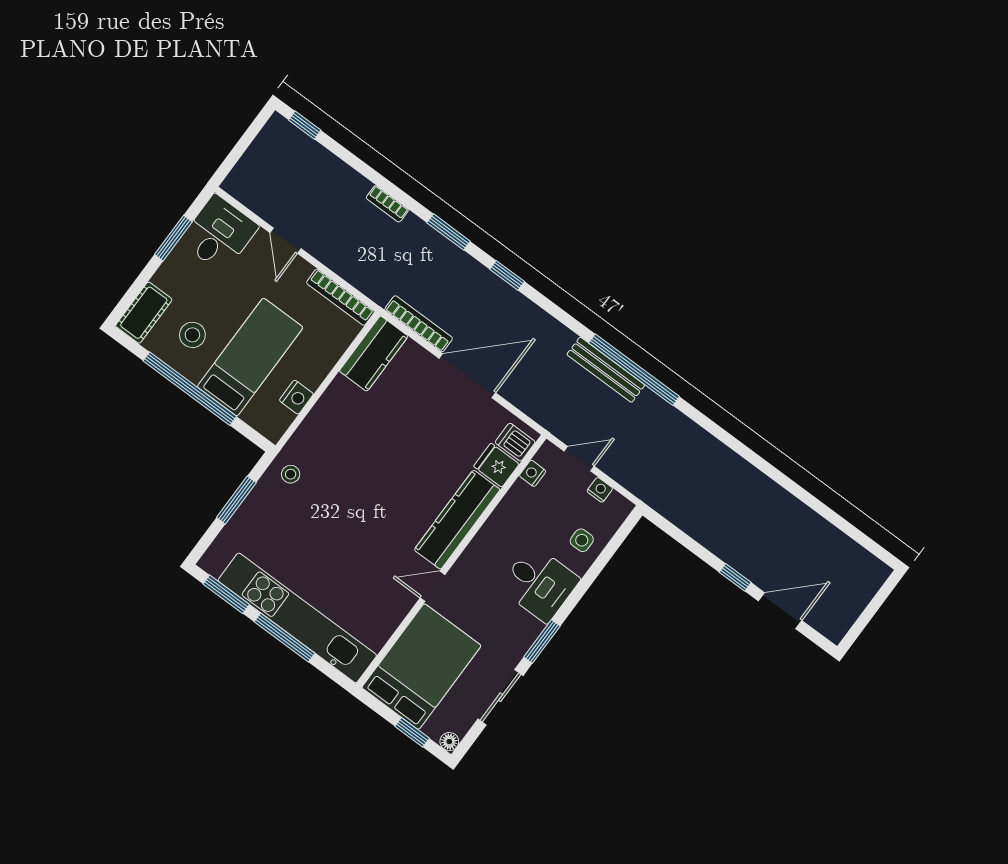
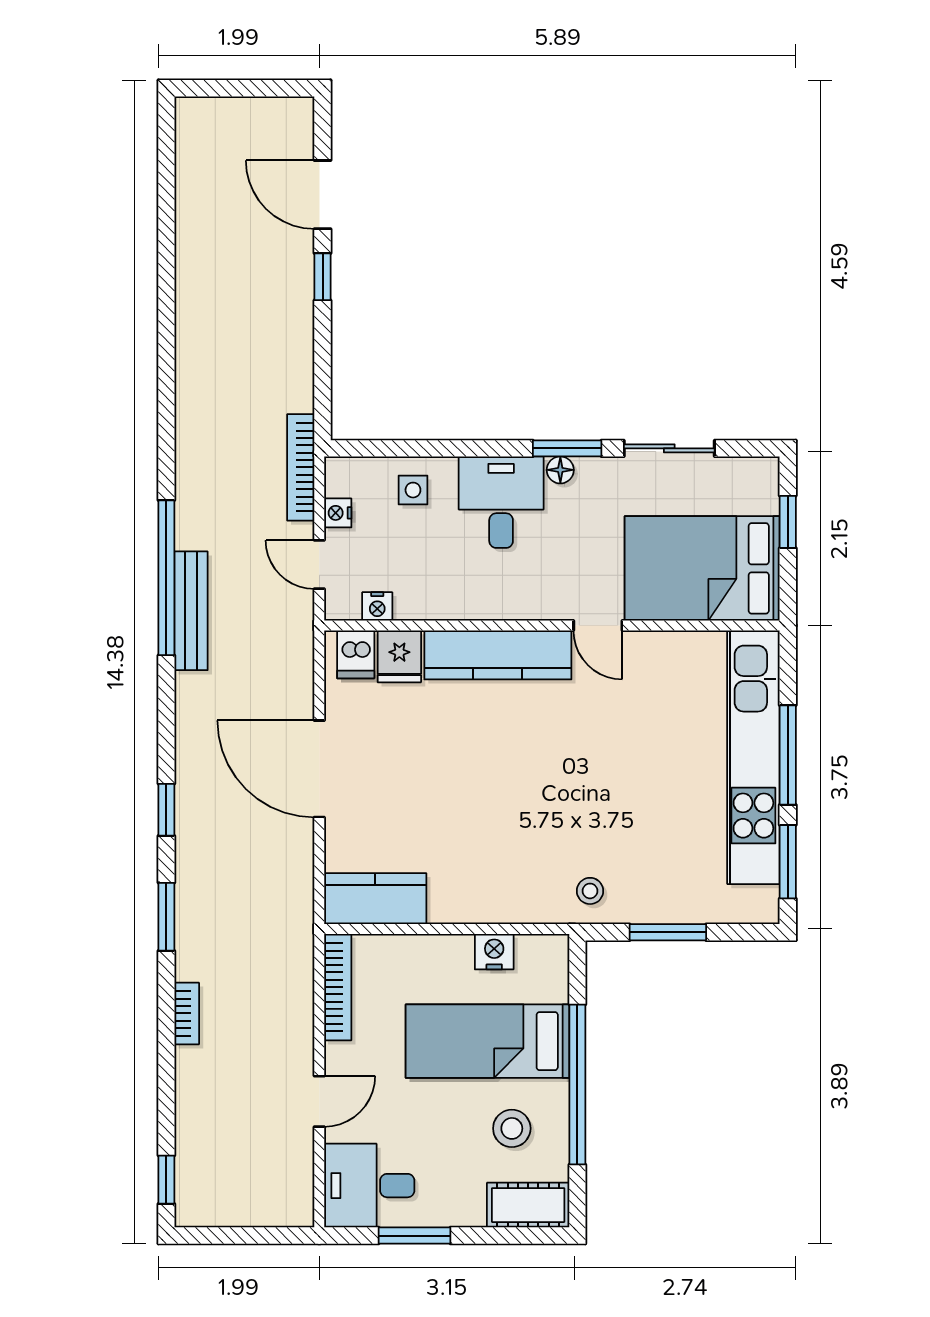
bookcase: (419, 324) -> (301, 467), moved
floor lamp: (449, 742) -> (560, 470), moved

